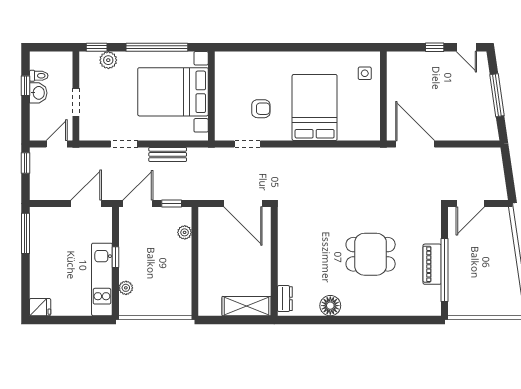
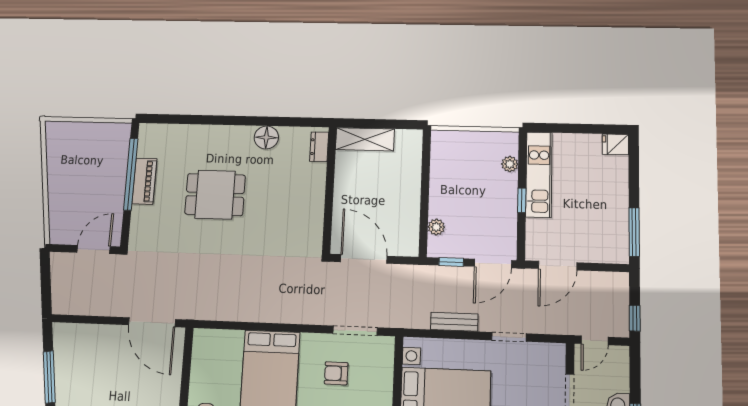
doorway: (247, 144) -> (355, 331), width x1.38

